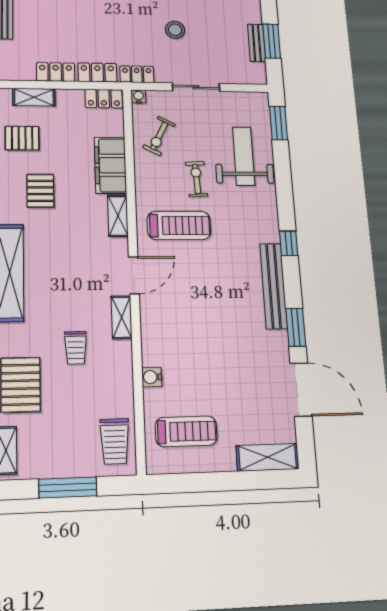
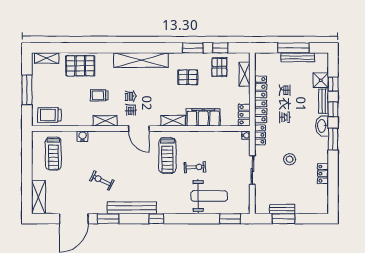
exercise bike: (159, 136) -> (102, 180), moved
shelving: (122, 317) -> (105, 121), moved

